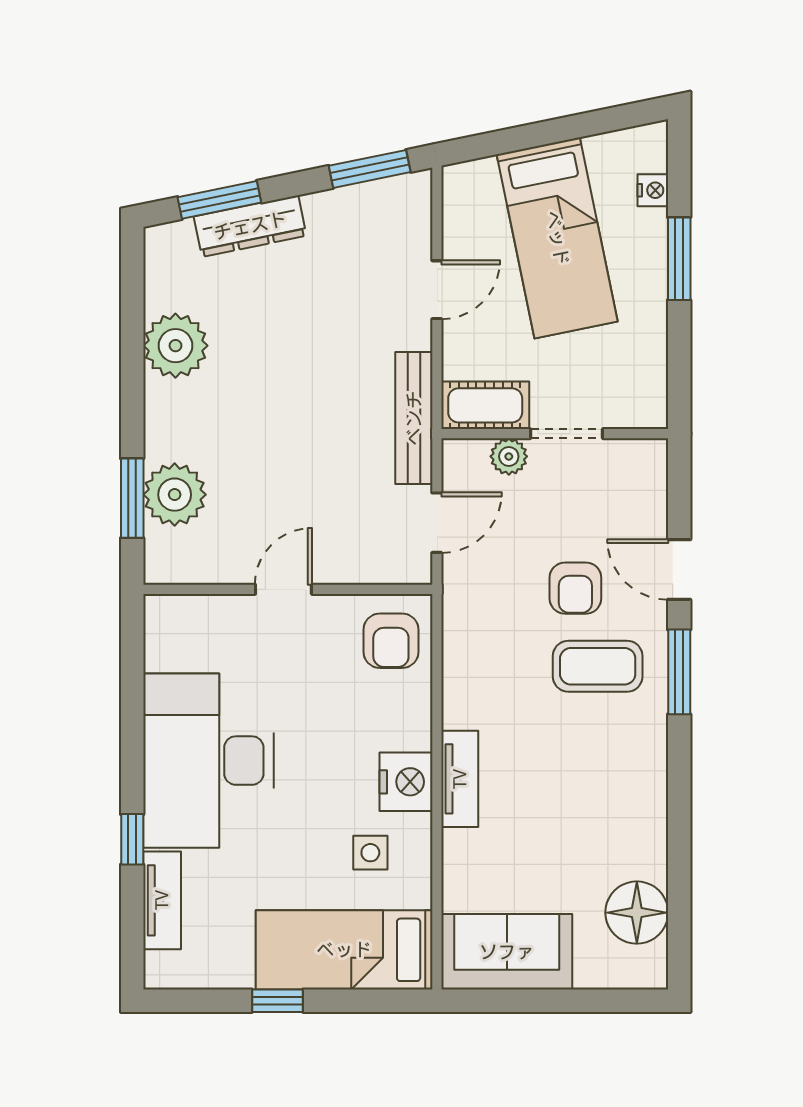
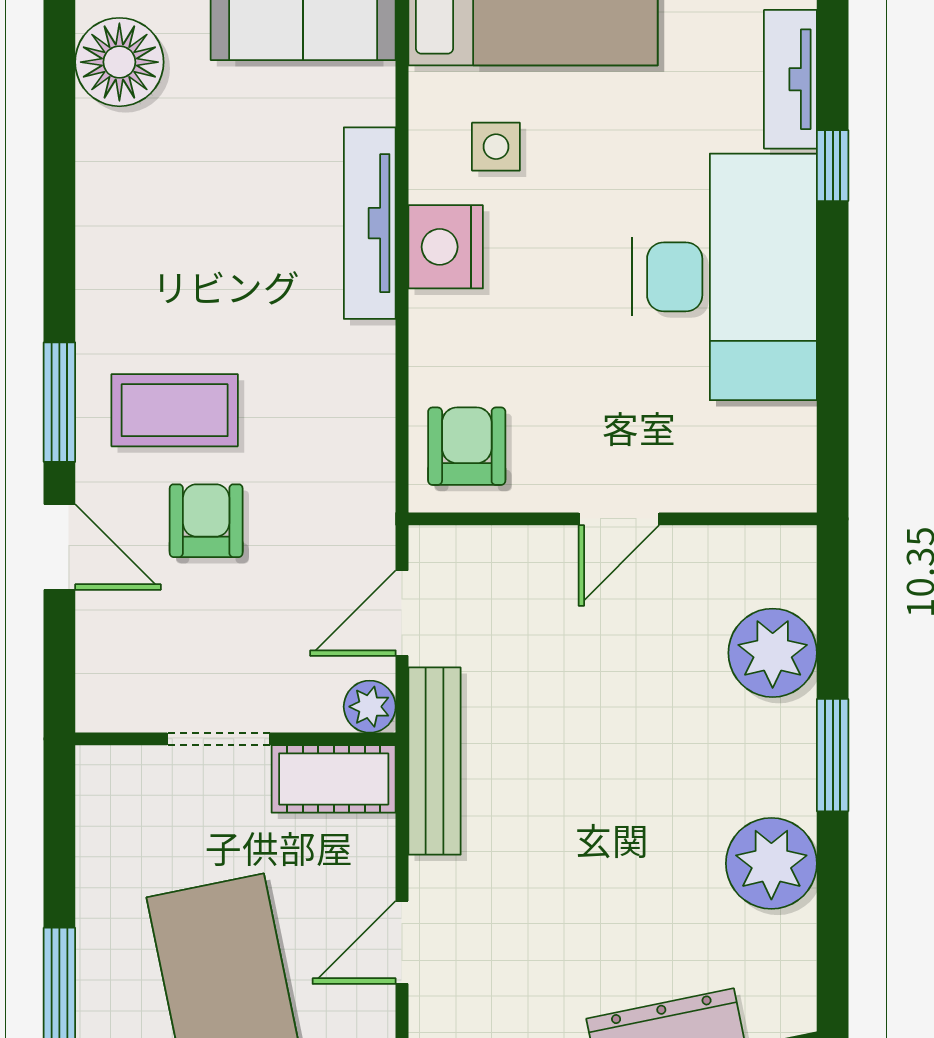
plant: (509, 456) -> (370, 707), moved
window: (132, 498) -> (833, 755), moved
tv unit: (460, 779) -> (370, 223), width x1.41

